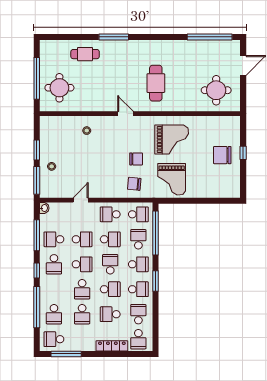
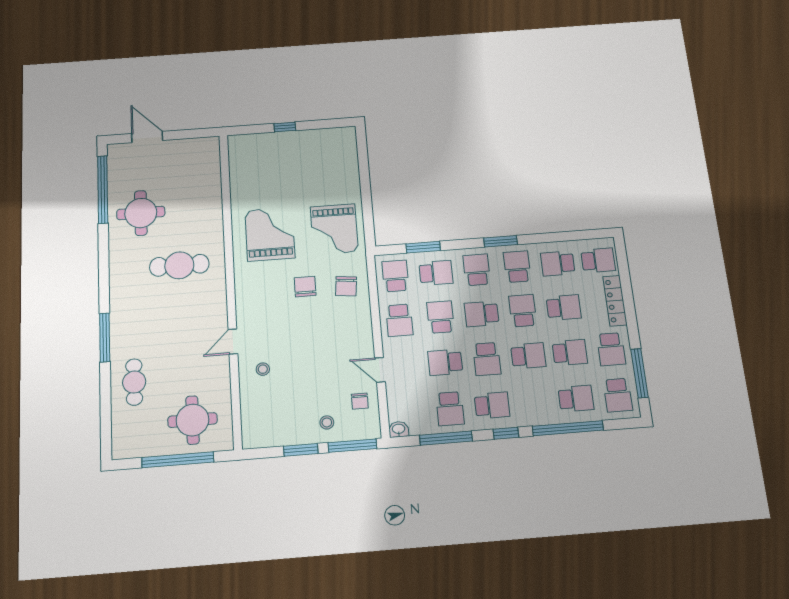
round table: (216, 90) -> (141, 213), moved
door: (125, 114) -> (233, 342), moved
chair: (222, 155) -> (360, 401), moved, width x0.54, depth x0.54
grand piano: (172, 179) -> (334, 229), turned 90
window: (156, 233) -> (423, 247), width x0.47
school desk: (82, 239) -> (445, 362), turned -90
school desk: (138, 239) -> (436, 273), turned 180
school desk: (82, 264) -> (487, 359), turned 180
school desk: (110, 314) -> (564, 307), turned -90
school desk: (82, 339) -> (611, 349), added

